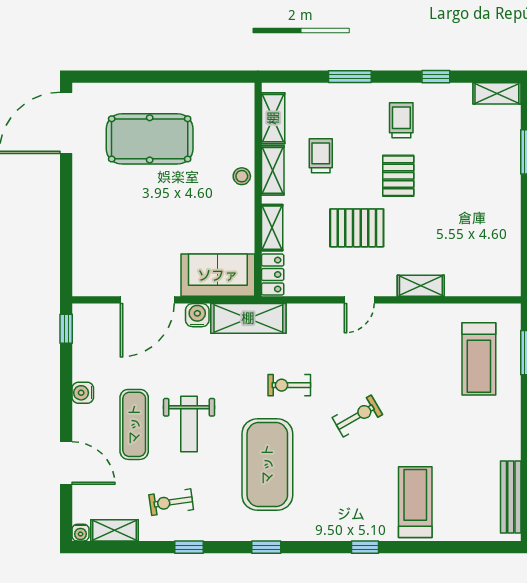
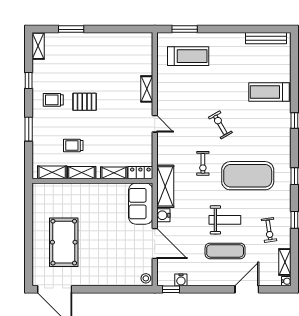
stool: (242, 176) -> (146, 278), moved
pallet: (357, 228) -> (114, 125), removed
water cooler: (83, 393) -> (181, 280), moved

